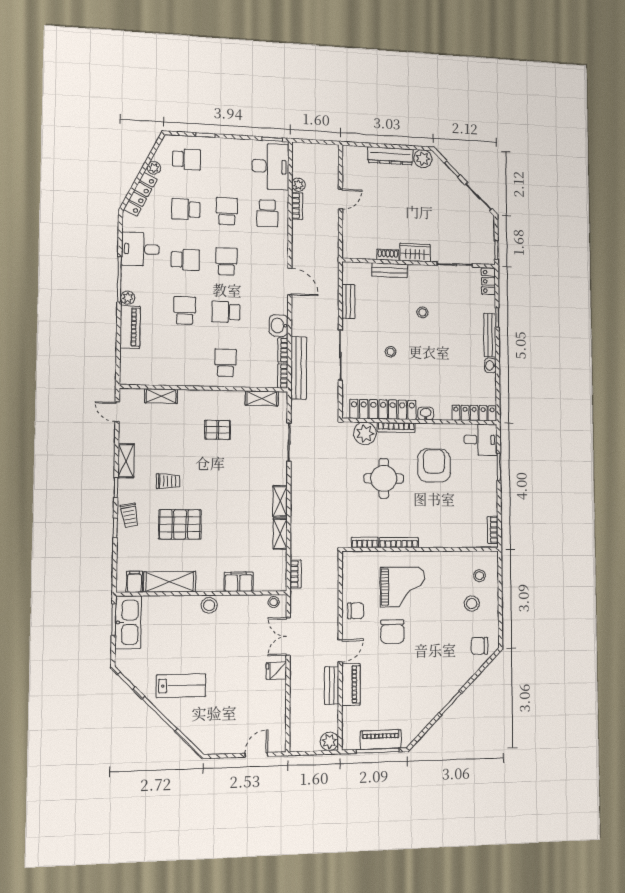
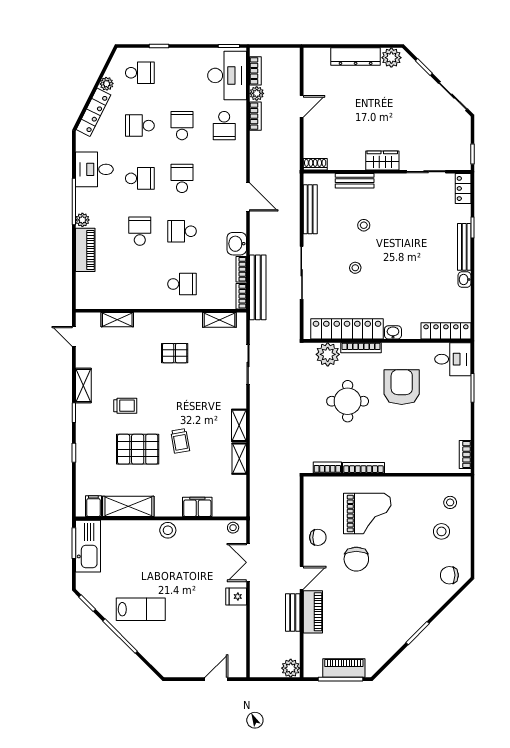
shoe rack: (388, 255) -> (315, 164), moved
bench: (348, 301) -> (310, 209), width x1.36
stool: (422, 312) -> (364, 225), moved
school desk: (225, 363) -> (182, 284), turned 90
trolley: (129, 515) -> (180, 441), moved
bookcase: (296, 574) -> (255, 71), moved

